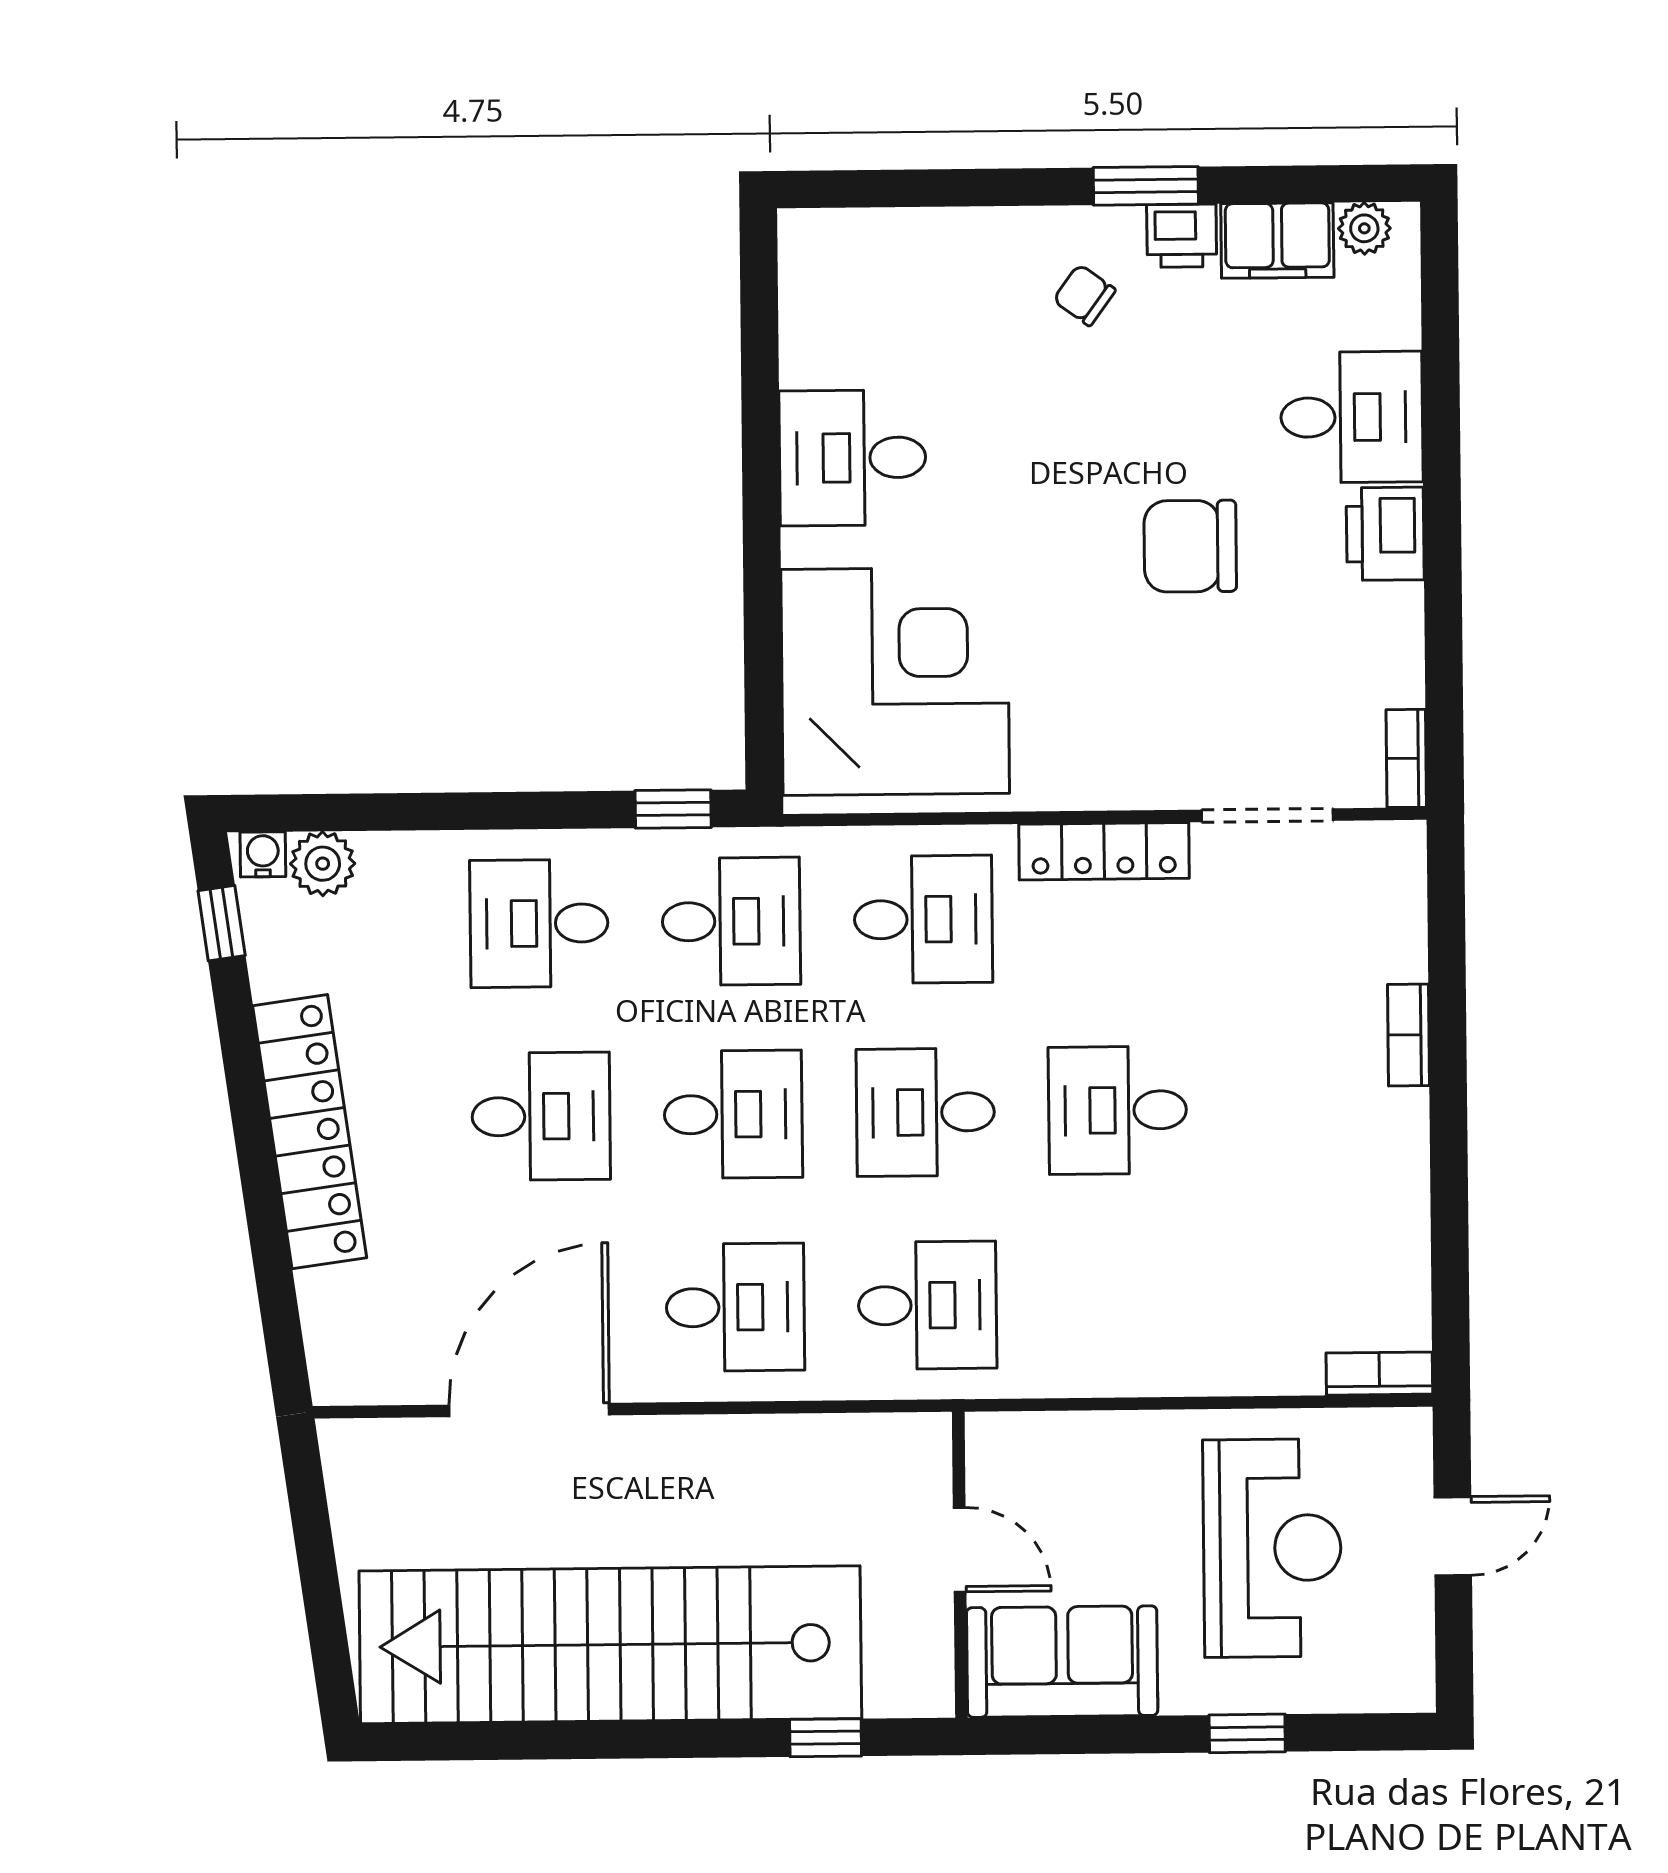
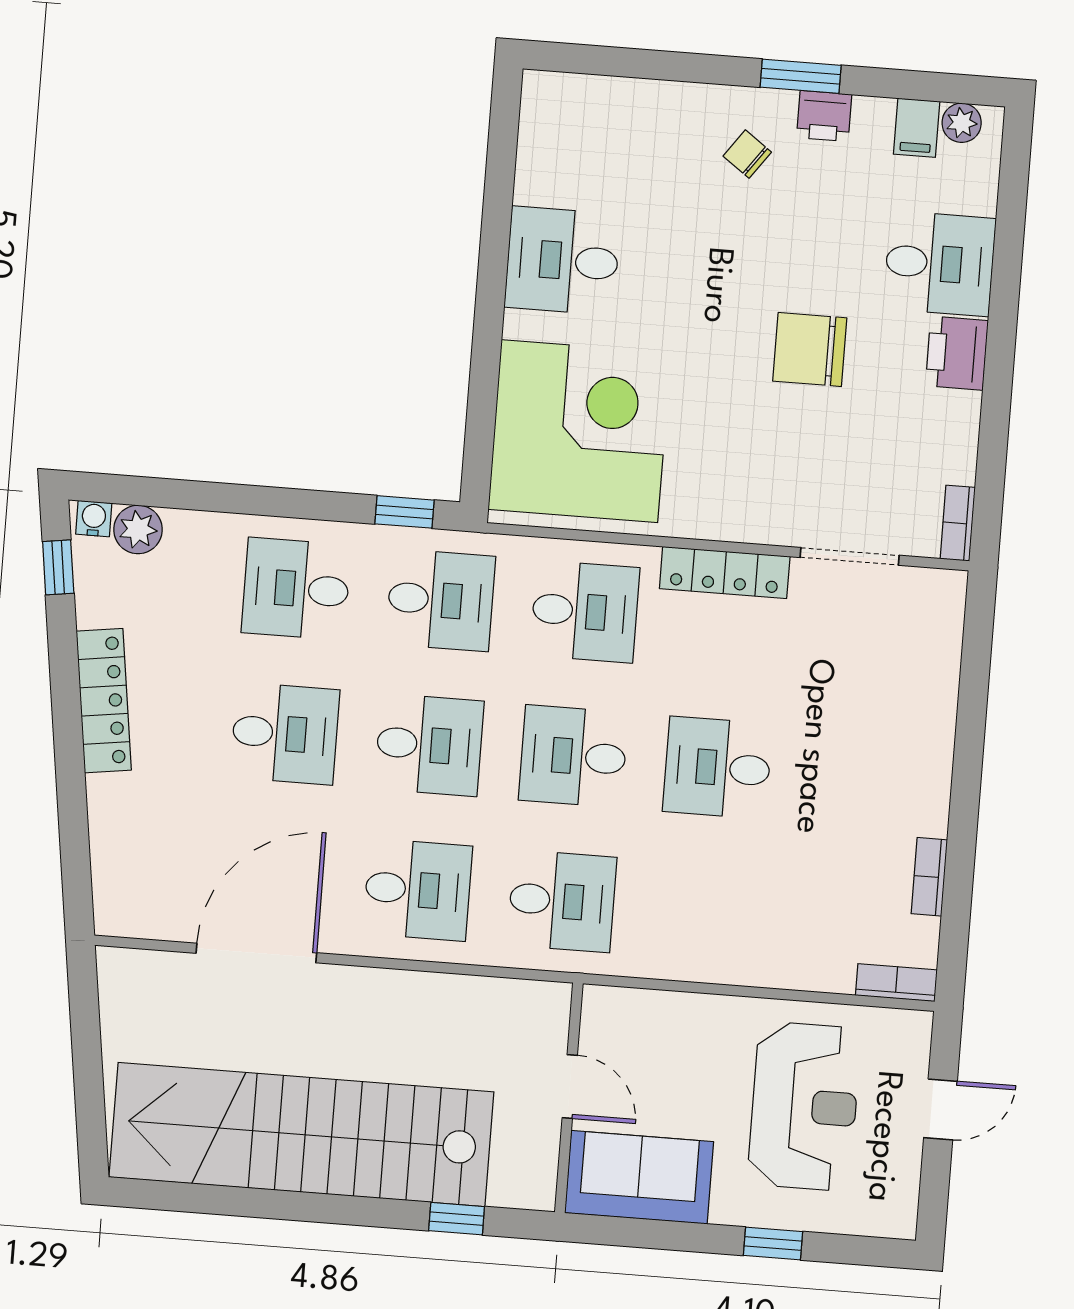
filing cabinet: (1277, 241) -> (917, 128), width x0.50
bookcase: (1409, 1035) -> (929, 877), moved
locker: (310, 1132) -> (104, 701), width x0.71, depth x0.83

